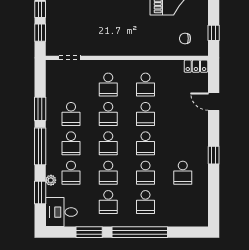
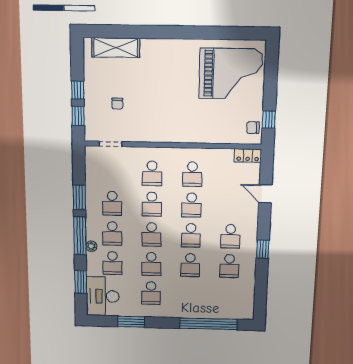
chair: (76, 21) -> (117, 104), added
chair: (185, 38) -> (253, 128), moved
plant: (51, 180) -> (91, 246), moved
school desk: (145, 202) -> (230, 236), moved
desk: (61, 212) -> (103, 296), width x1.37
window: (140, 232) -> (208, 324), moved

